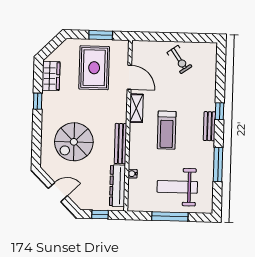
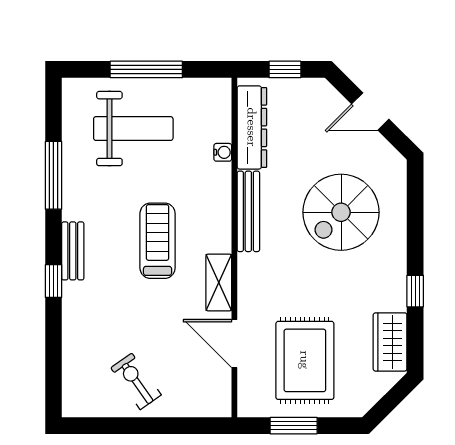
spiral stairs: (74, 142) -> (341, 212), turned 180

